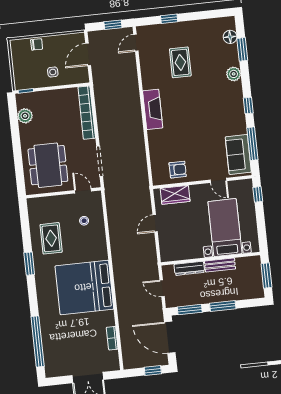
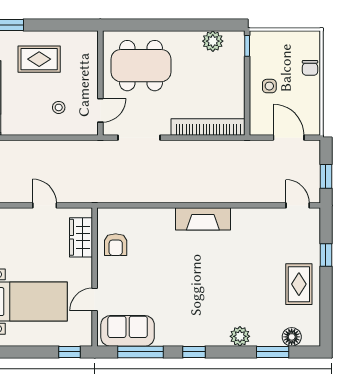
rug: (180, 62) -> (299, 284), moved, turned 90

